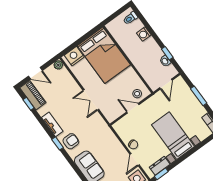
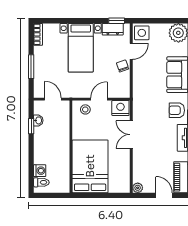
washing machine: (144, 34) -> (40, 171), moved
nightstand: (74, 56) -> (120, 108), moved, turned 180
door: (166, 84) -> (53, 99), hinge flipped
double door: (91, 100) -> (131, 135), swing flipped
door: (133, 108) -> (99, 99), swing flipped

